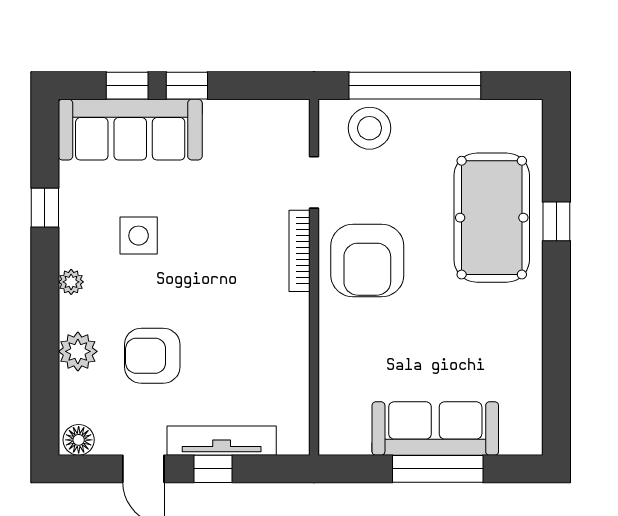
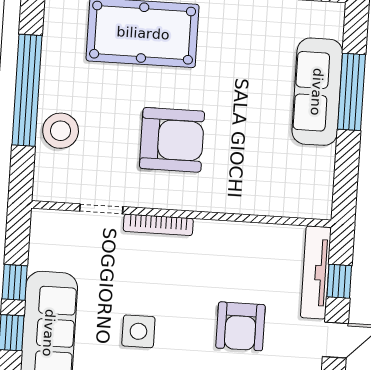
doorway: (314, 182) -> (101, 209), moved
bookcase: (300, 251) -> (158, 225), moved
wall: (314, 277) -> (181, 214), moved

